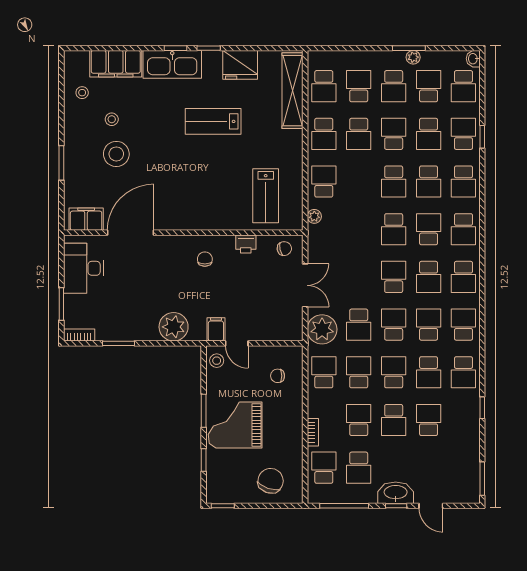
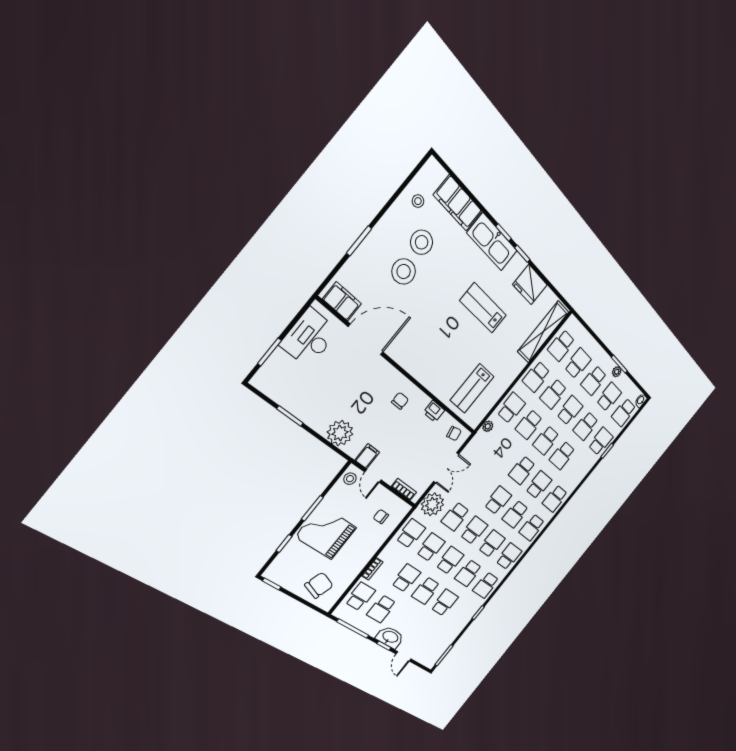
stool: (112, 119) -> (422, 242), width x1.89, depth x1.89
school desk: (463, 182) -> (529, 424), moved
bookcase: (79, 335) -> (404, 489), moved

